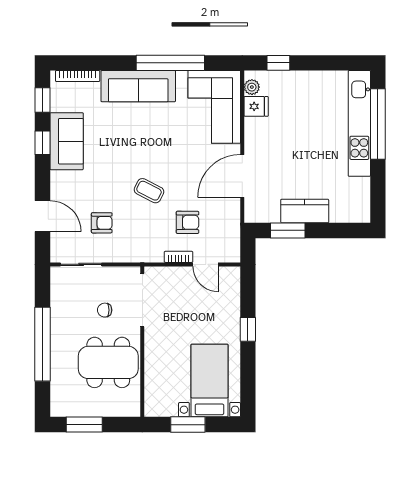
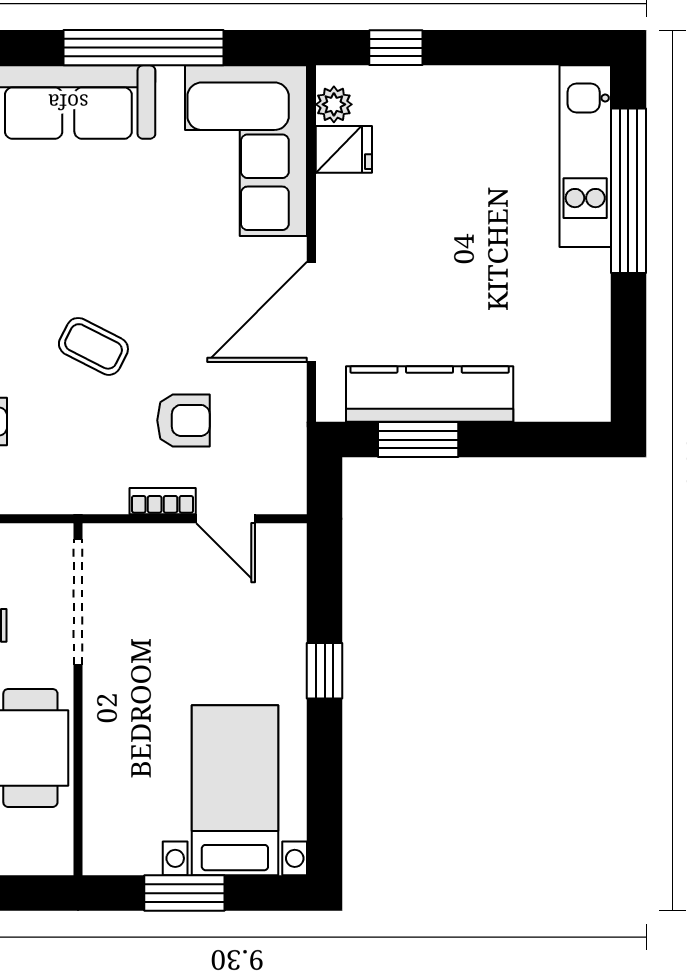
kitchen unit: (359, 123) -> (585, 156), width x0.73
kitchen counter: (305, 211) -> (430, 394), width x1.50

